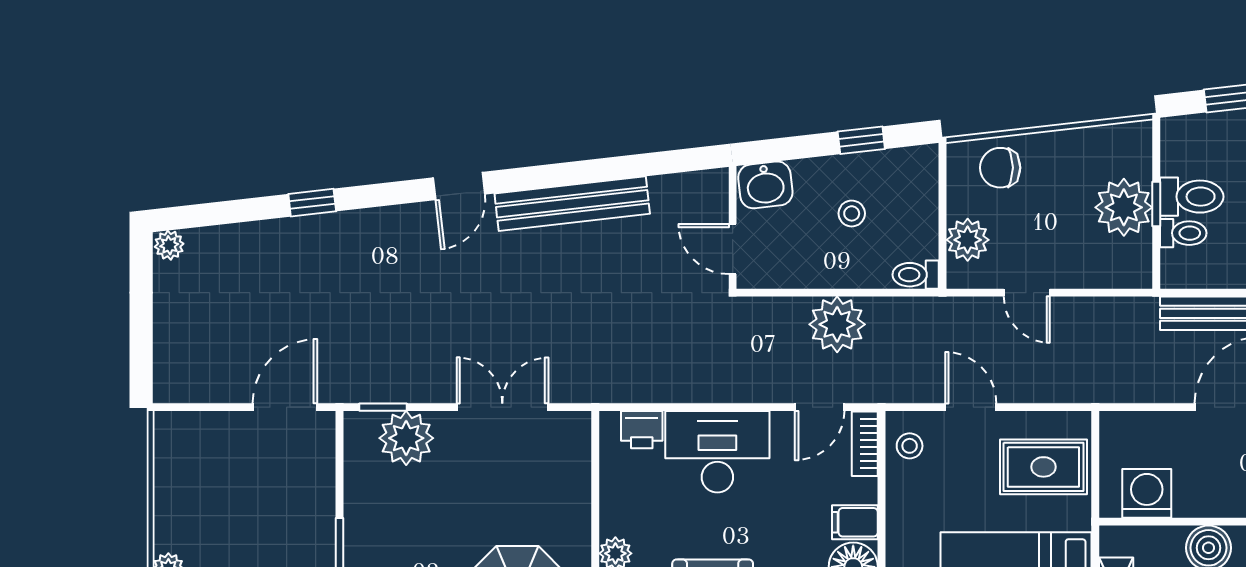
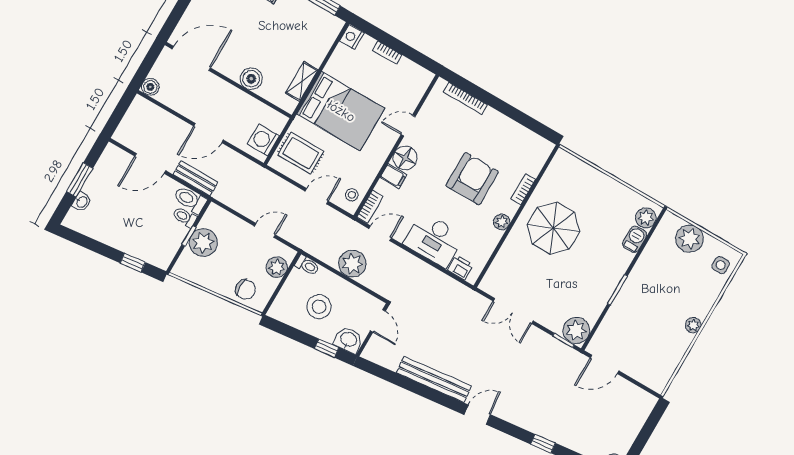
window: (861, 140) -> (327, 348), moved
toilet: (1192, 197) -> (190, 200), moved
stool: (852, 213) -> (319, 307), width x1.89, depth x1.89
door: (1027, 293) -> (265, 230), hinge flipped
door: (971, 407) -> (317, 196), swing flipped
plant: (406, 438) -> (576, 330), moved
washing machine: (1147, 493) -> (263, 140), moved, turned 90

